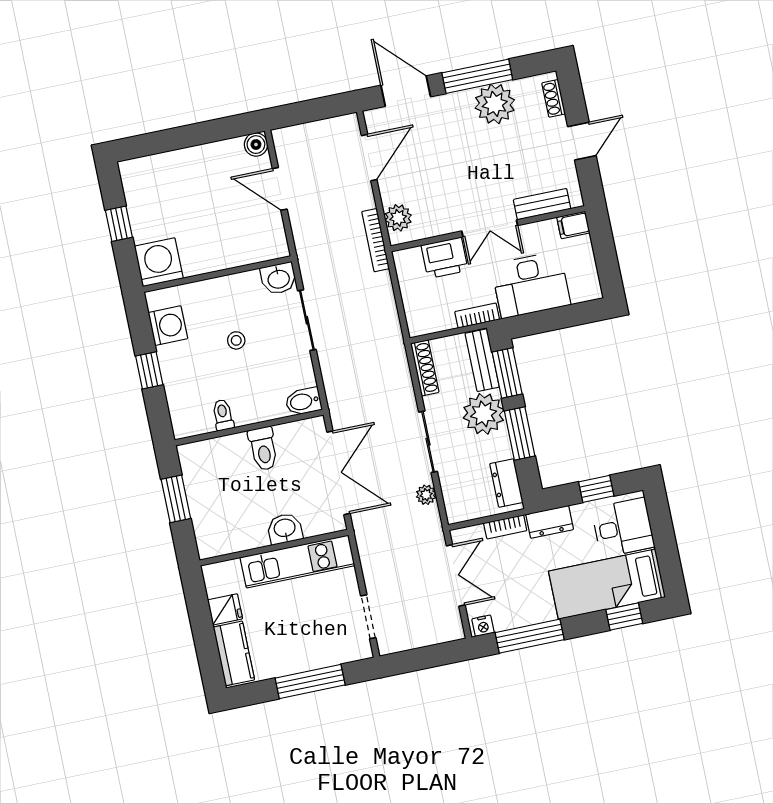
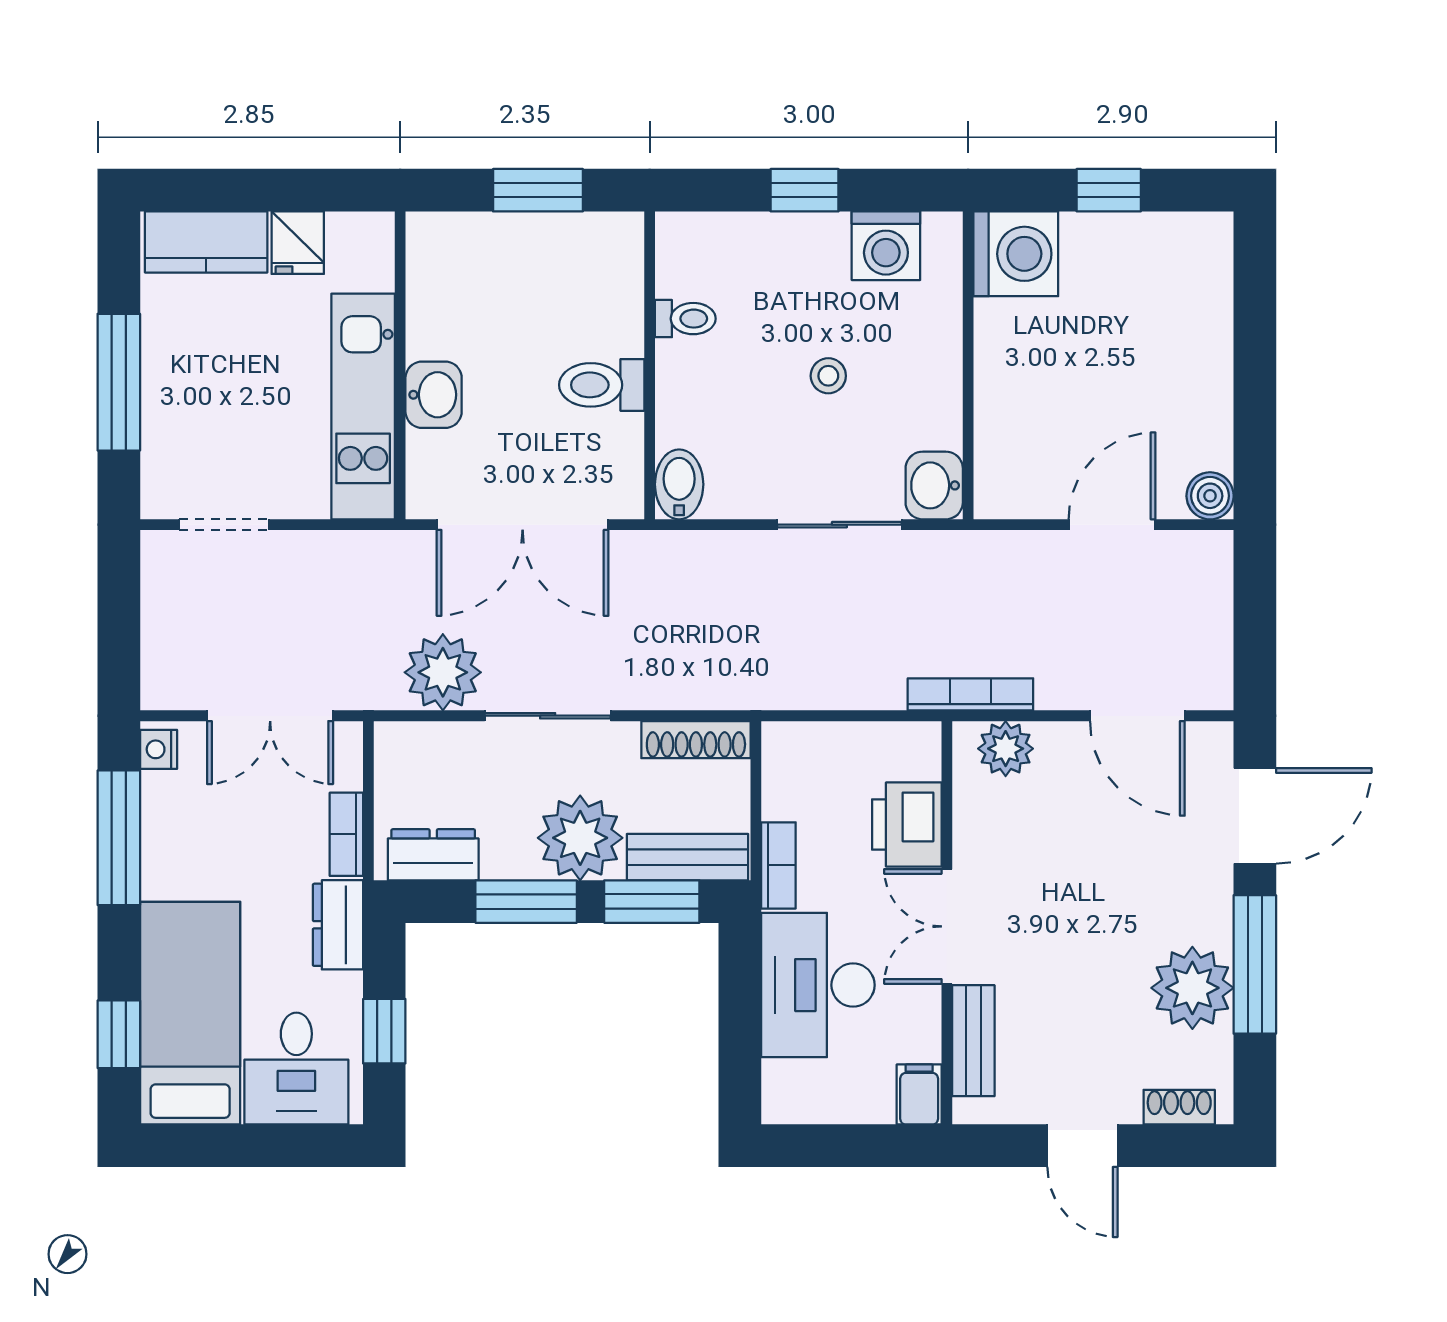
plant: (426, 495) -> (443, 672), width x1.88, depth x1.88

